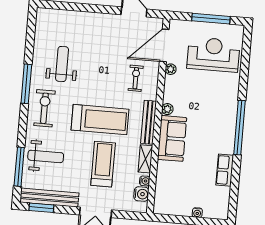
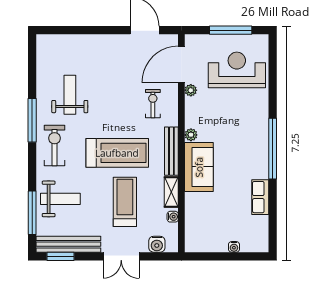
water cooler: (141, 194) -> (157, 244), moved, turned 90

